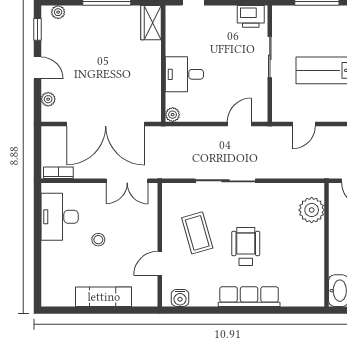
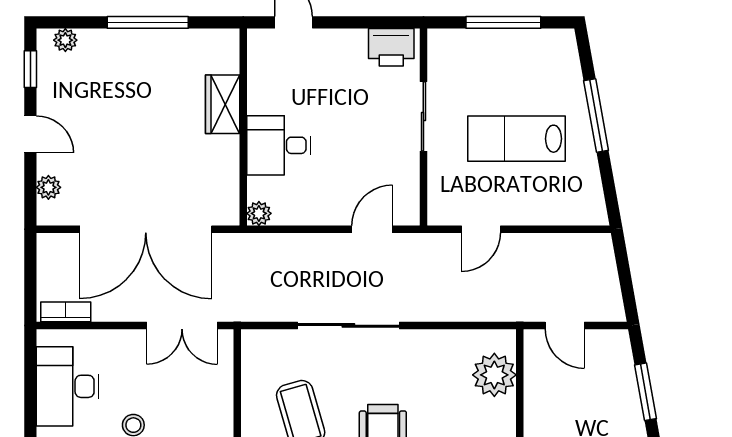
wardrobe: (151, 23) -> (223, 104), moved

